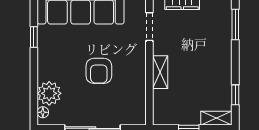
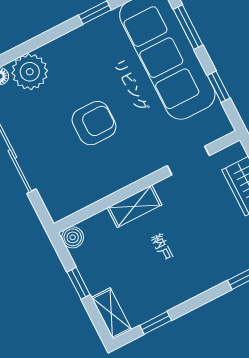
armchair: (99, 71) -> (94, 123), turned 180
boiler: (160, 118) -> (73, 237), added

